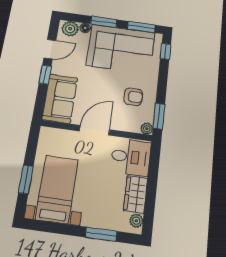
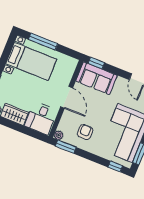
window: (45, 75) -> (96, 63), moved
armchair: (133, 97) -> (85, 132), turned 180
window: (26, 179) -> (43, 42), width x1.44

